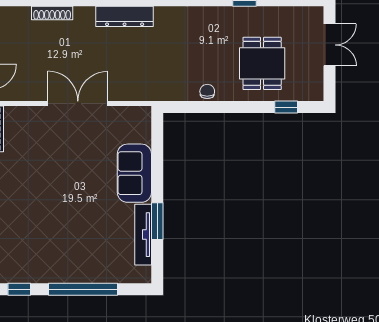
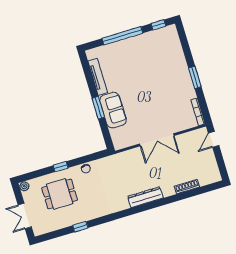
dining table: (262, 63) -> (60, 194), turned 90
plant: (315, 93) -> (24, 186), added
window: (286, 107) -> (61, 167), moved
window: (157, 221) -> (98, 108), moved

